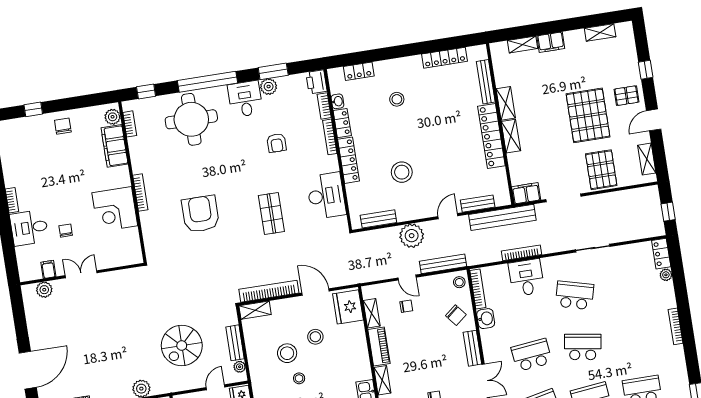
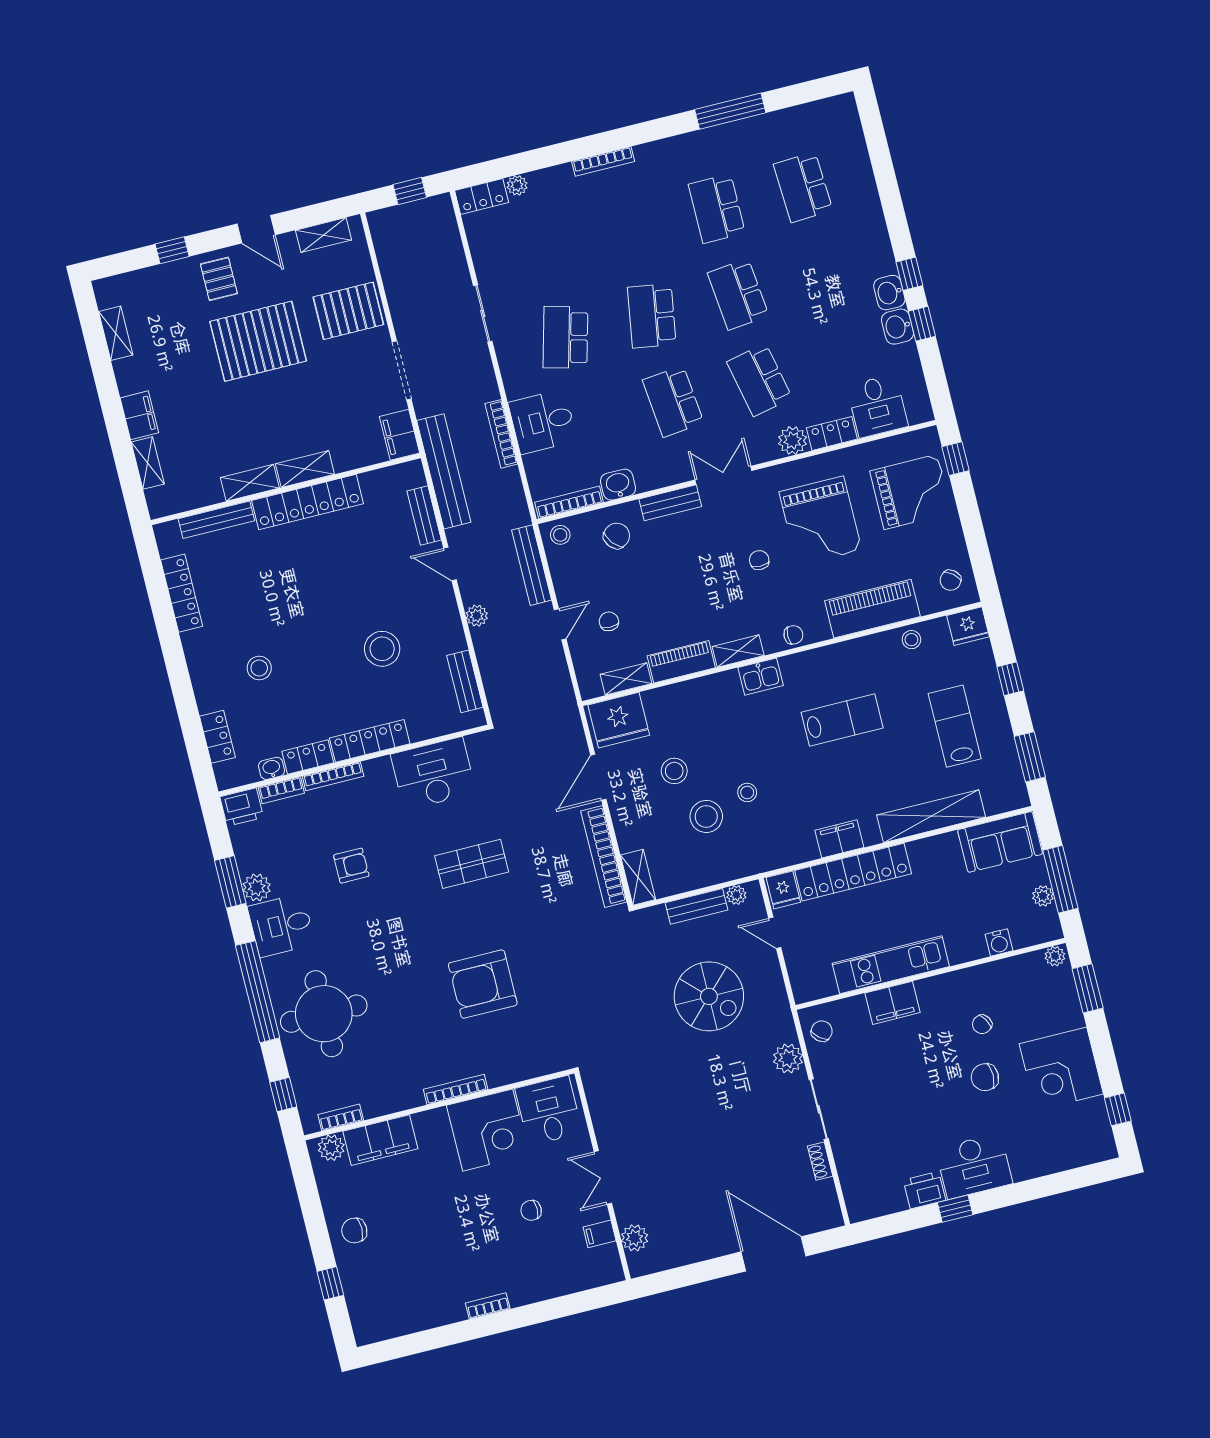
desk: (29, 228) -> (549, 1111), moved, turned 180
plant: (412, 236) -> (477, 616), width x0.53, depth x0.53

